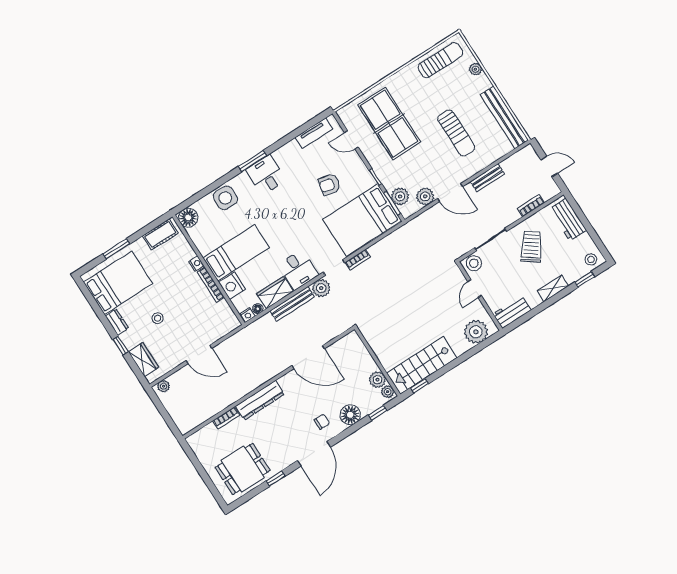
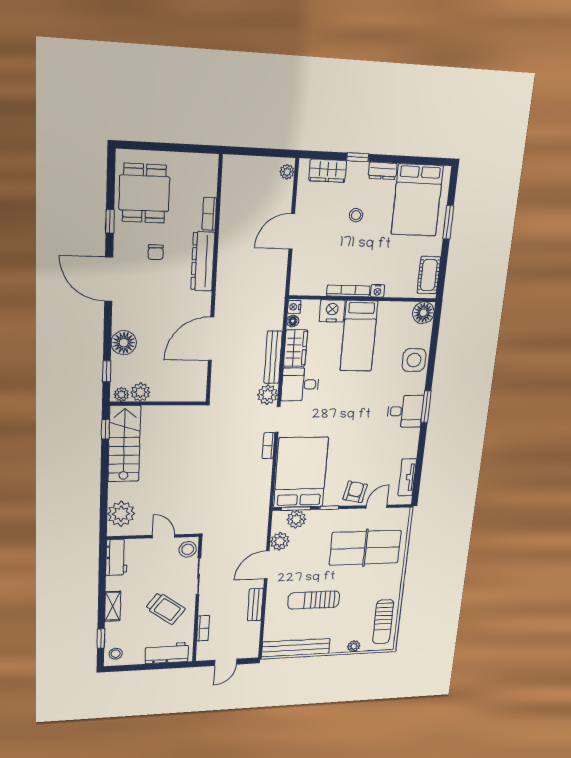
armchair: (329, 184) -> (355, 492), moved
chair: (322, 422) -> (156, 252), moved

